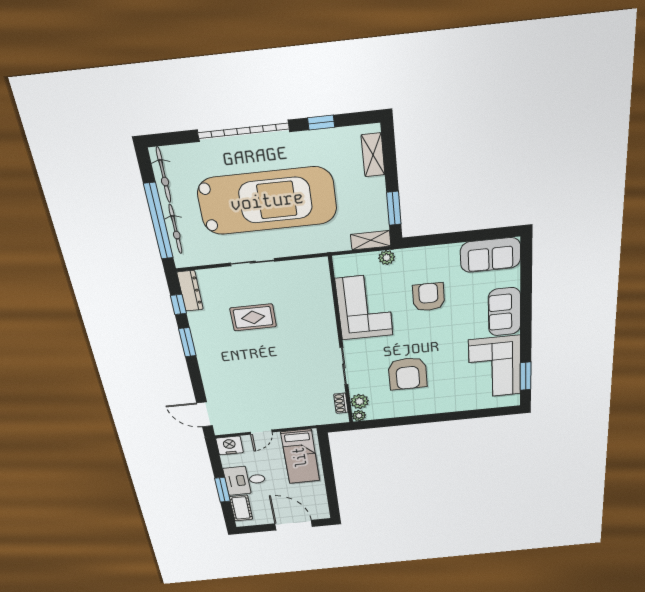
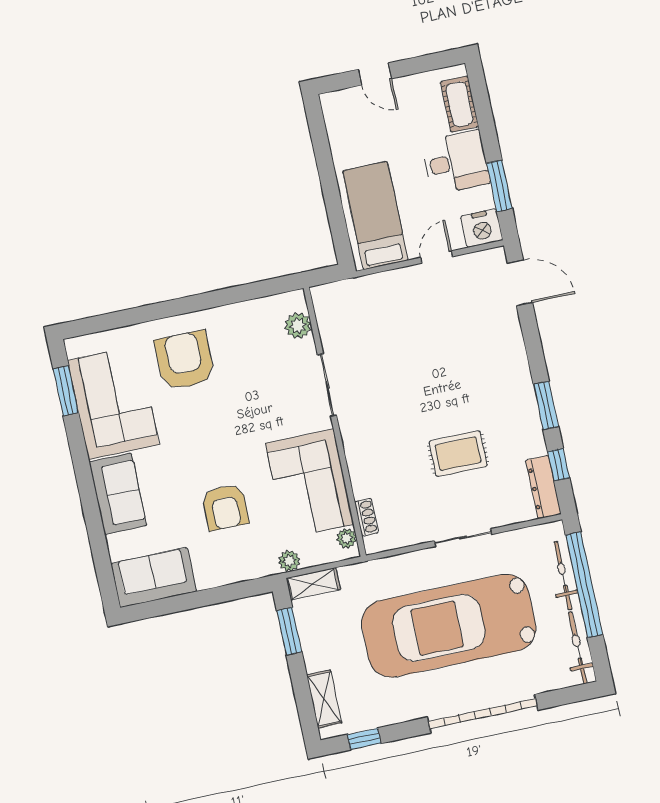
window: (321, 122) -> (364, 739), moved
armchair: (408, 374) -> (185, 360), moved
shoe rack: (341, 403) -> (367, 517), moved
plant: (359, 416) -> (347, 538), moved
window: (222, 490) -> (499, 186), moved
door: (294, 525) -> (375, 74), width x0.53

